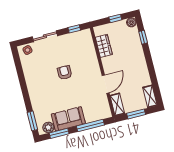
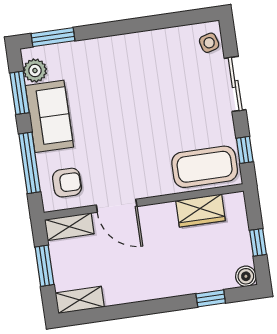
coffee table: (84, 46) -> (205, 167), added
armchair: (65, 73) -> (67, 183), moved

